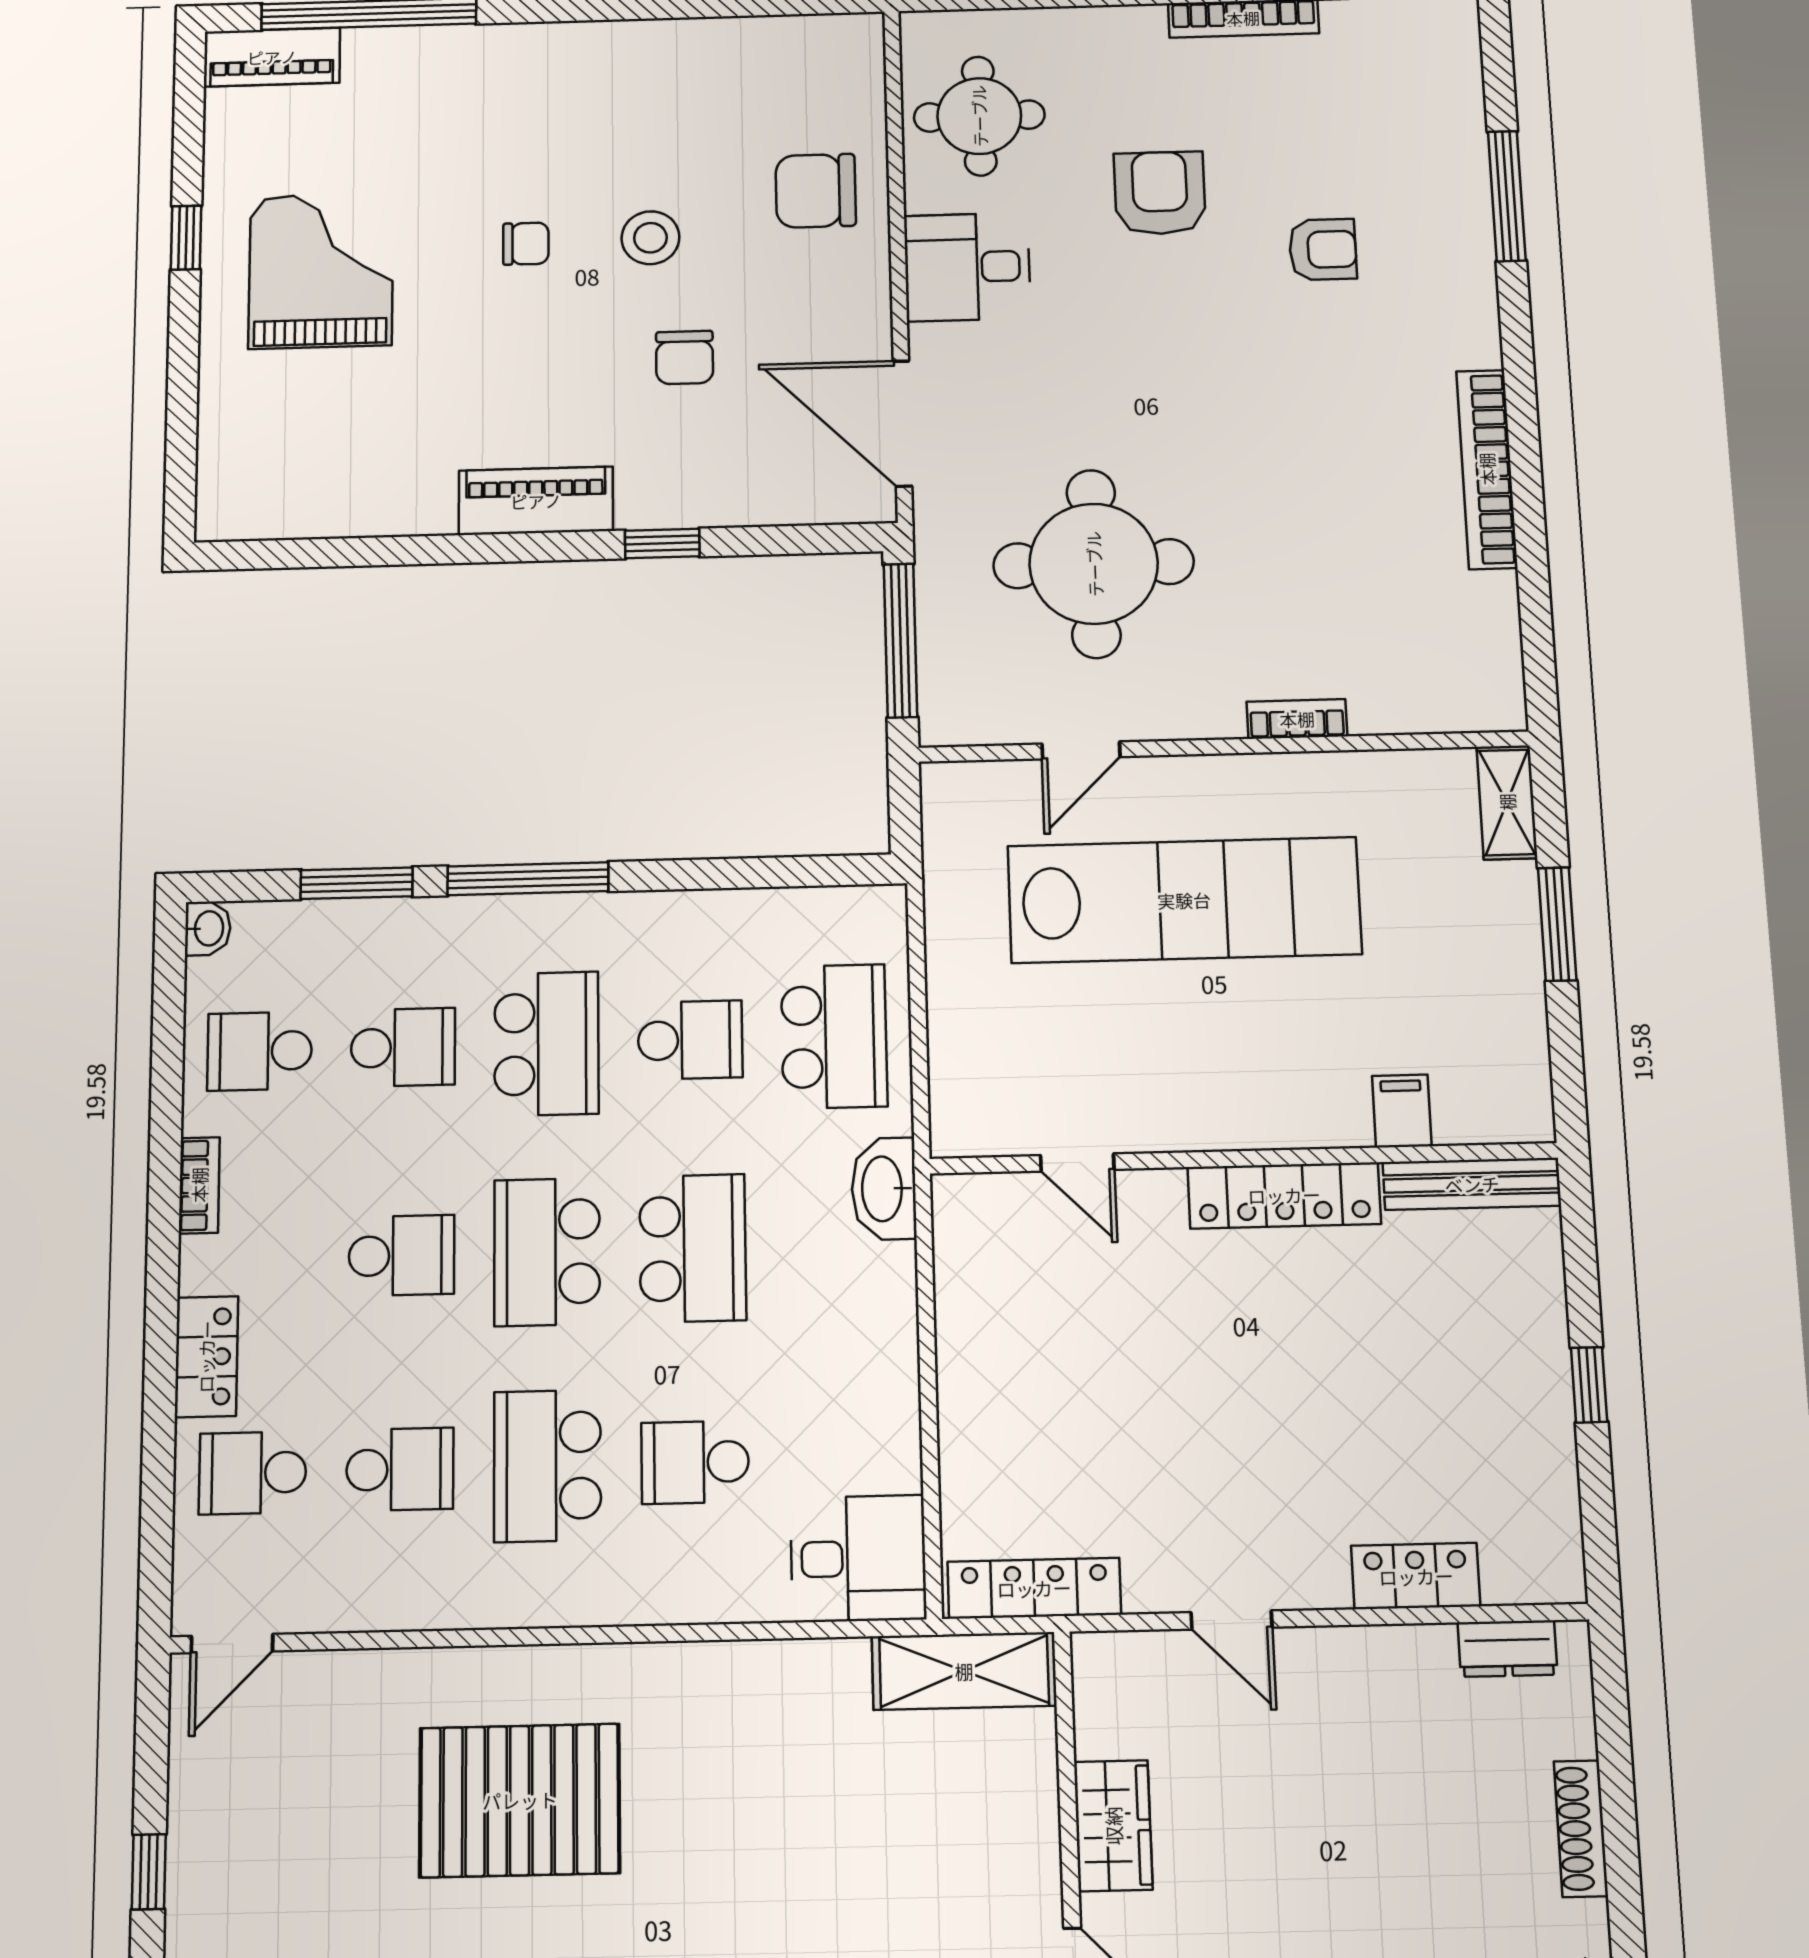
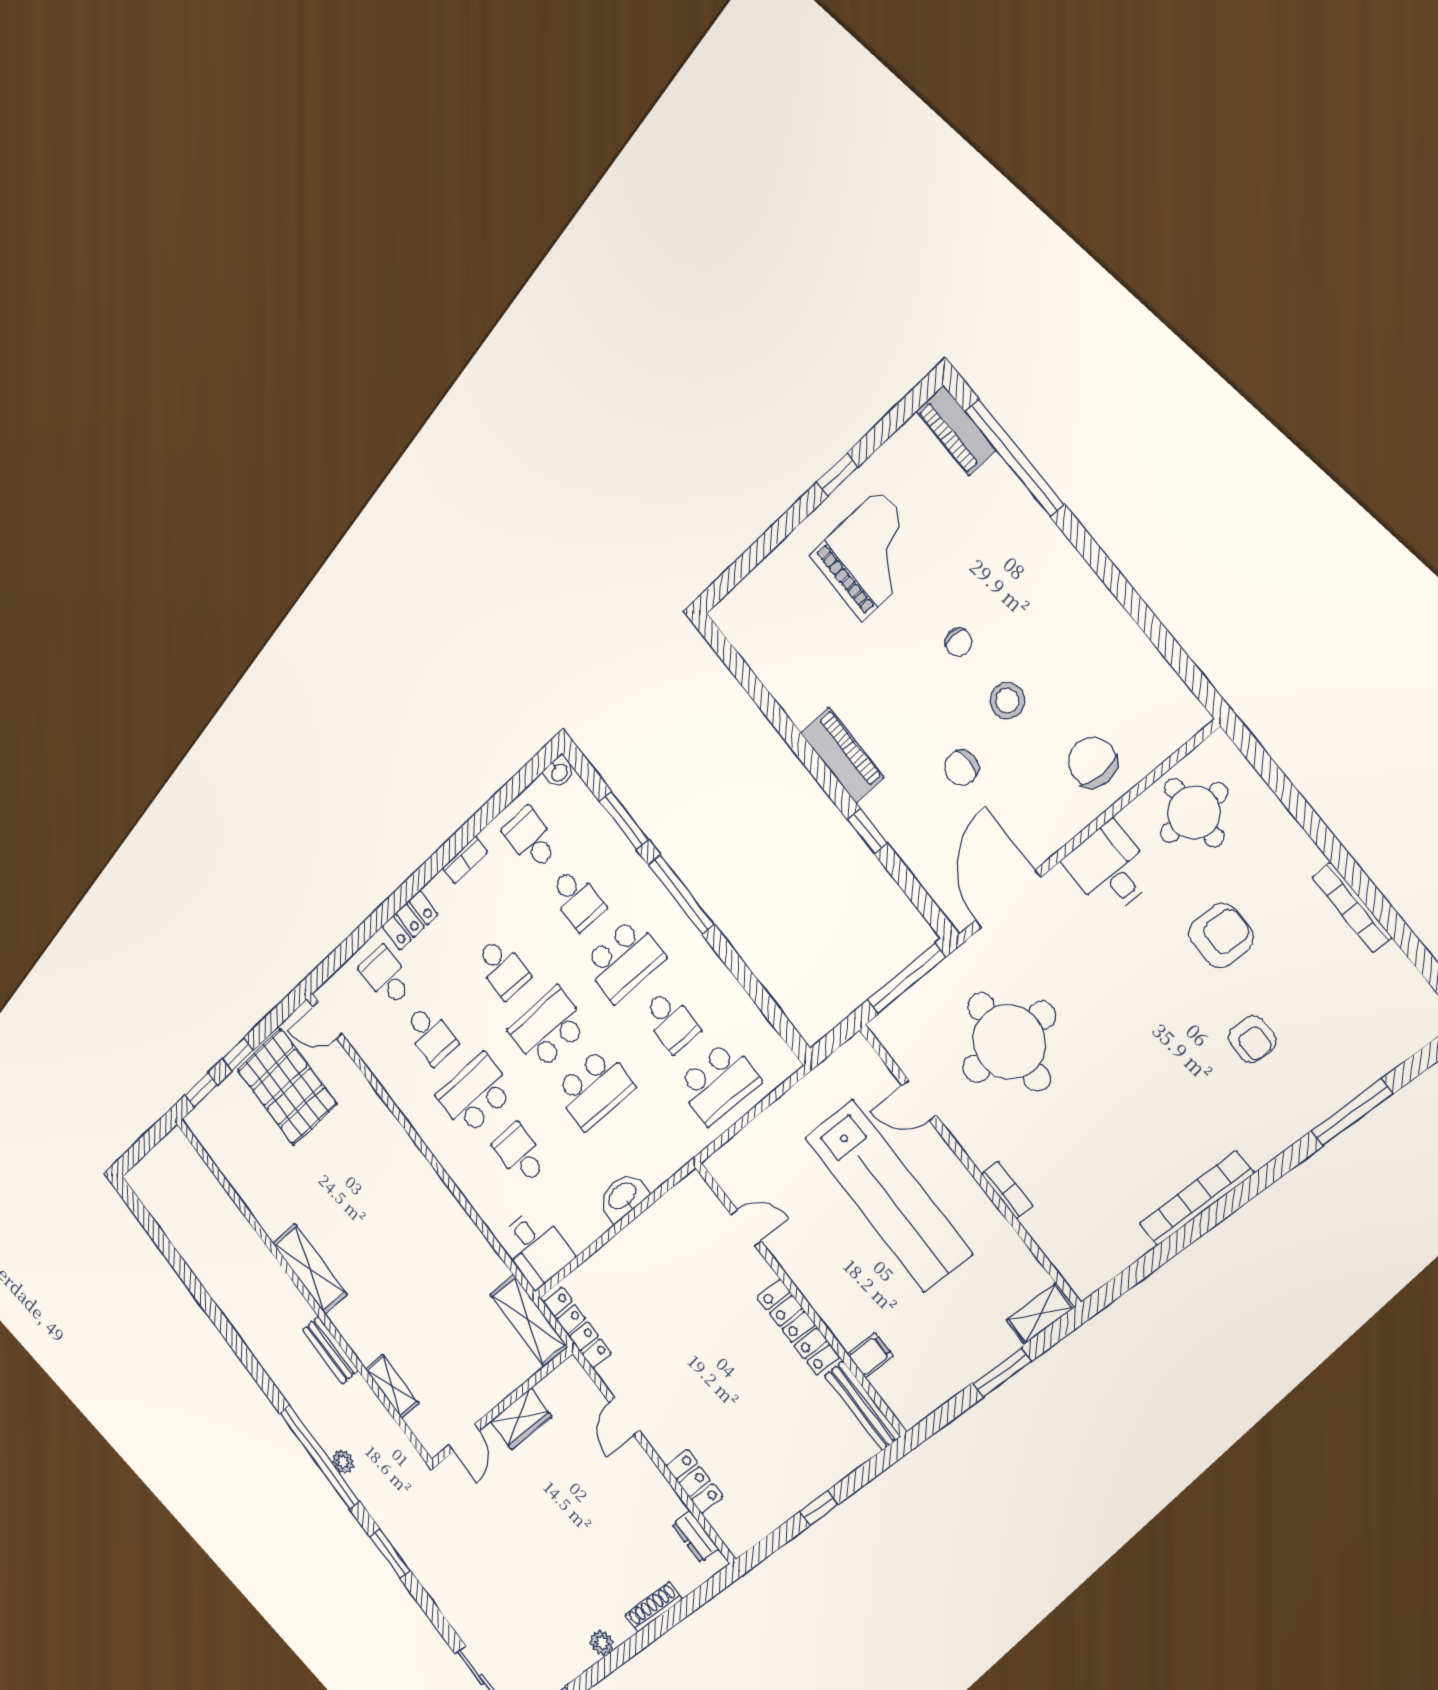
door: (1077, 1163) -> (746, 1228), swing flipped
washbasin: (884, 1189) -> (623, 1197), moved
pallet: (520, 1800) -> (287, 1087), moved

